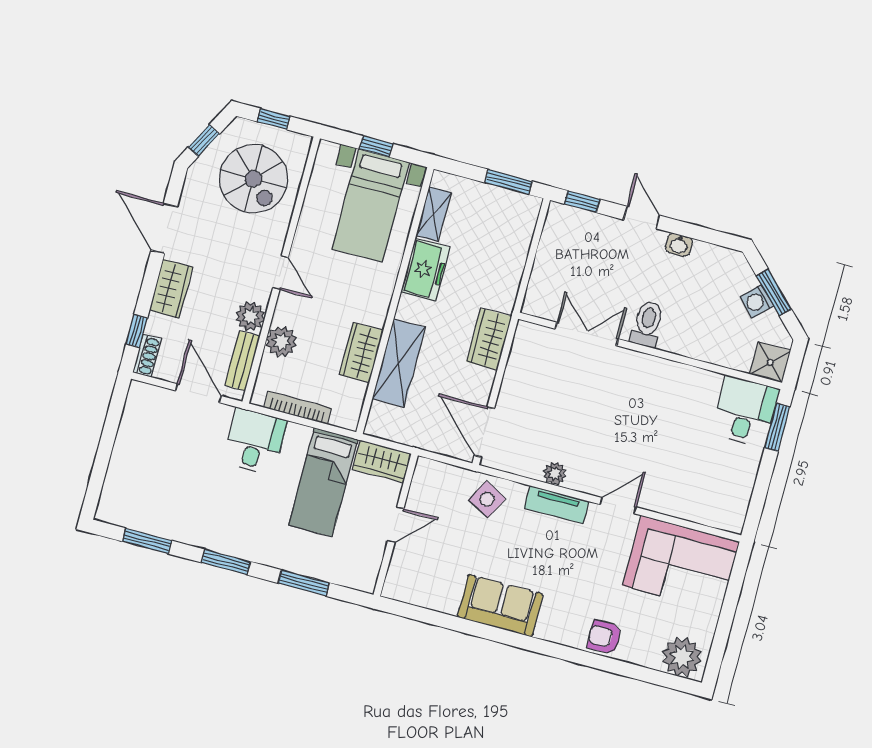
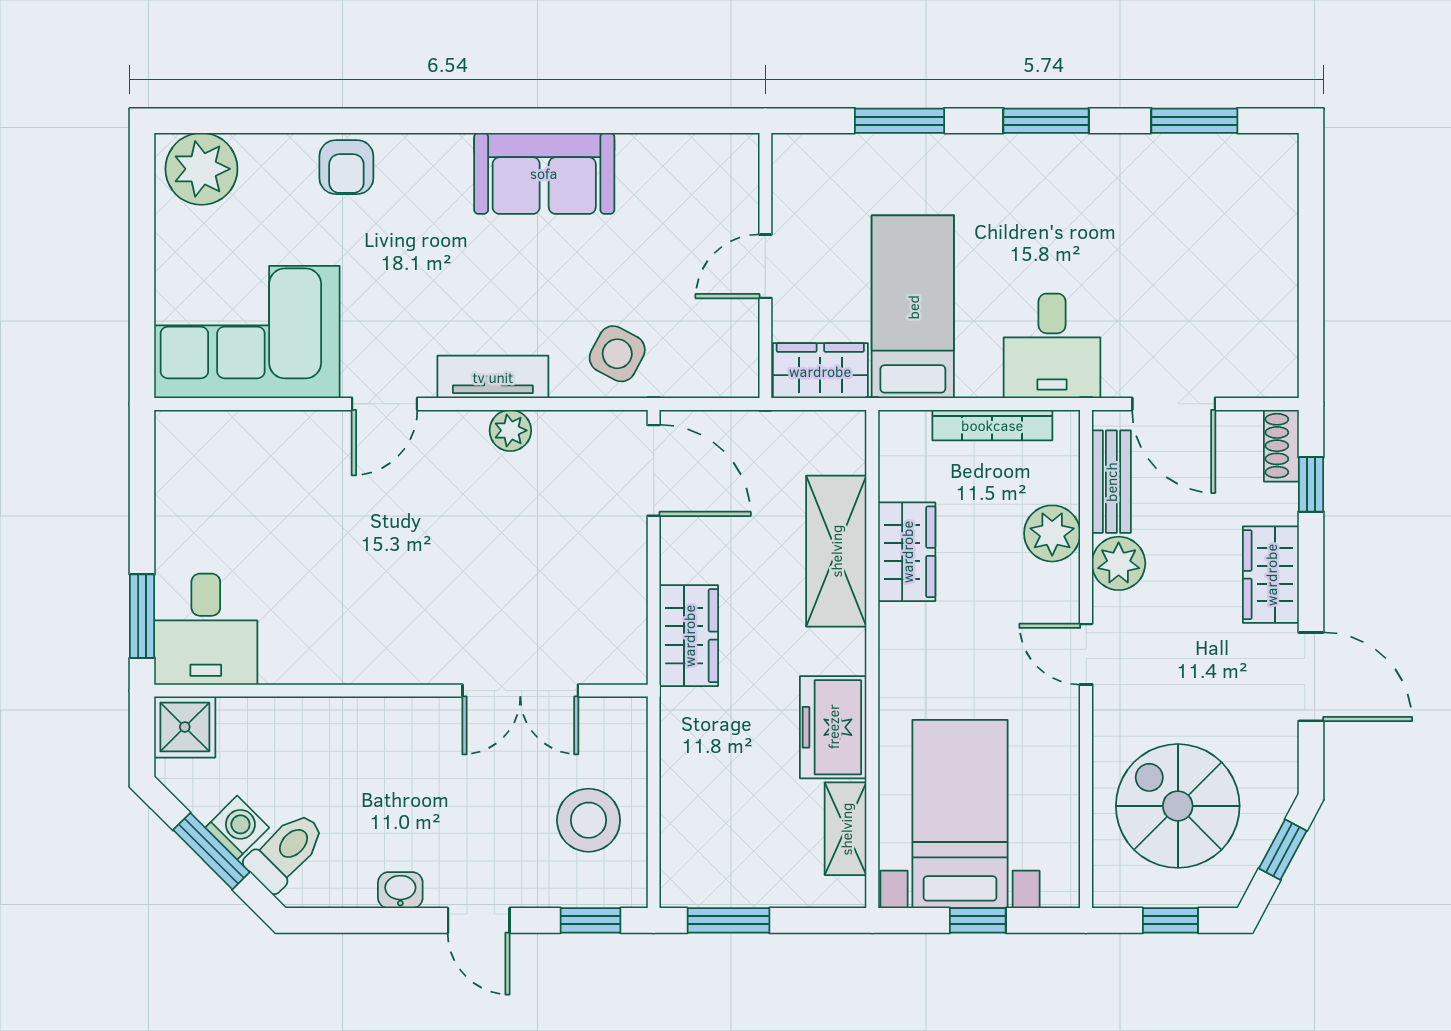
stool: (569, 255) -> (589, 820), added
toilet: (647, 324) -> (286, 851), moved, turned -135
armchair: (605, 637) -> (346, 167), turned 90

